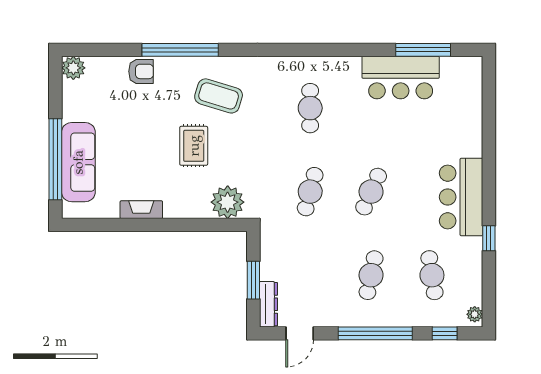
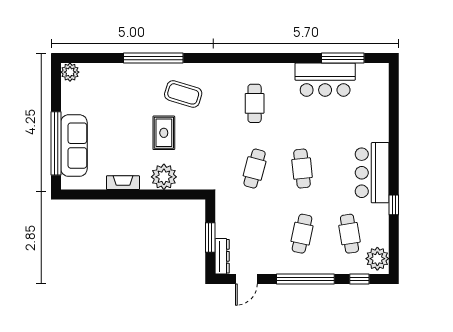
armchair: (141, 71) -> (123, 75), removed
cafe table: (371, 192) -> (302, 169), turned -30
plant: (228, 202) -> (164, 177), moved
plant: (475, 314) -> (377, 259), width x1.87, depth x1.87

